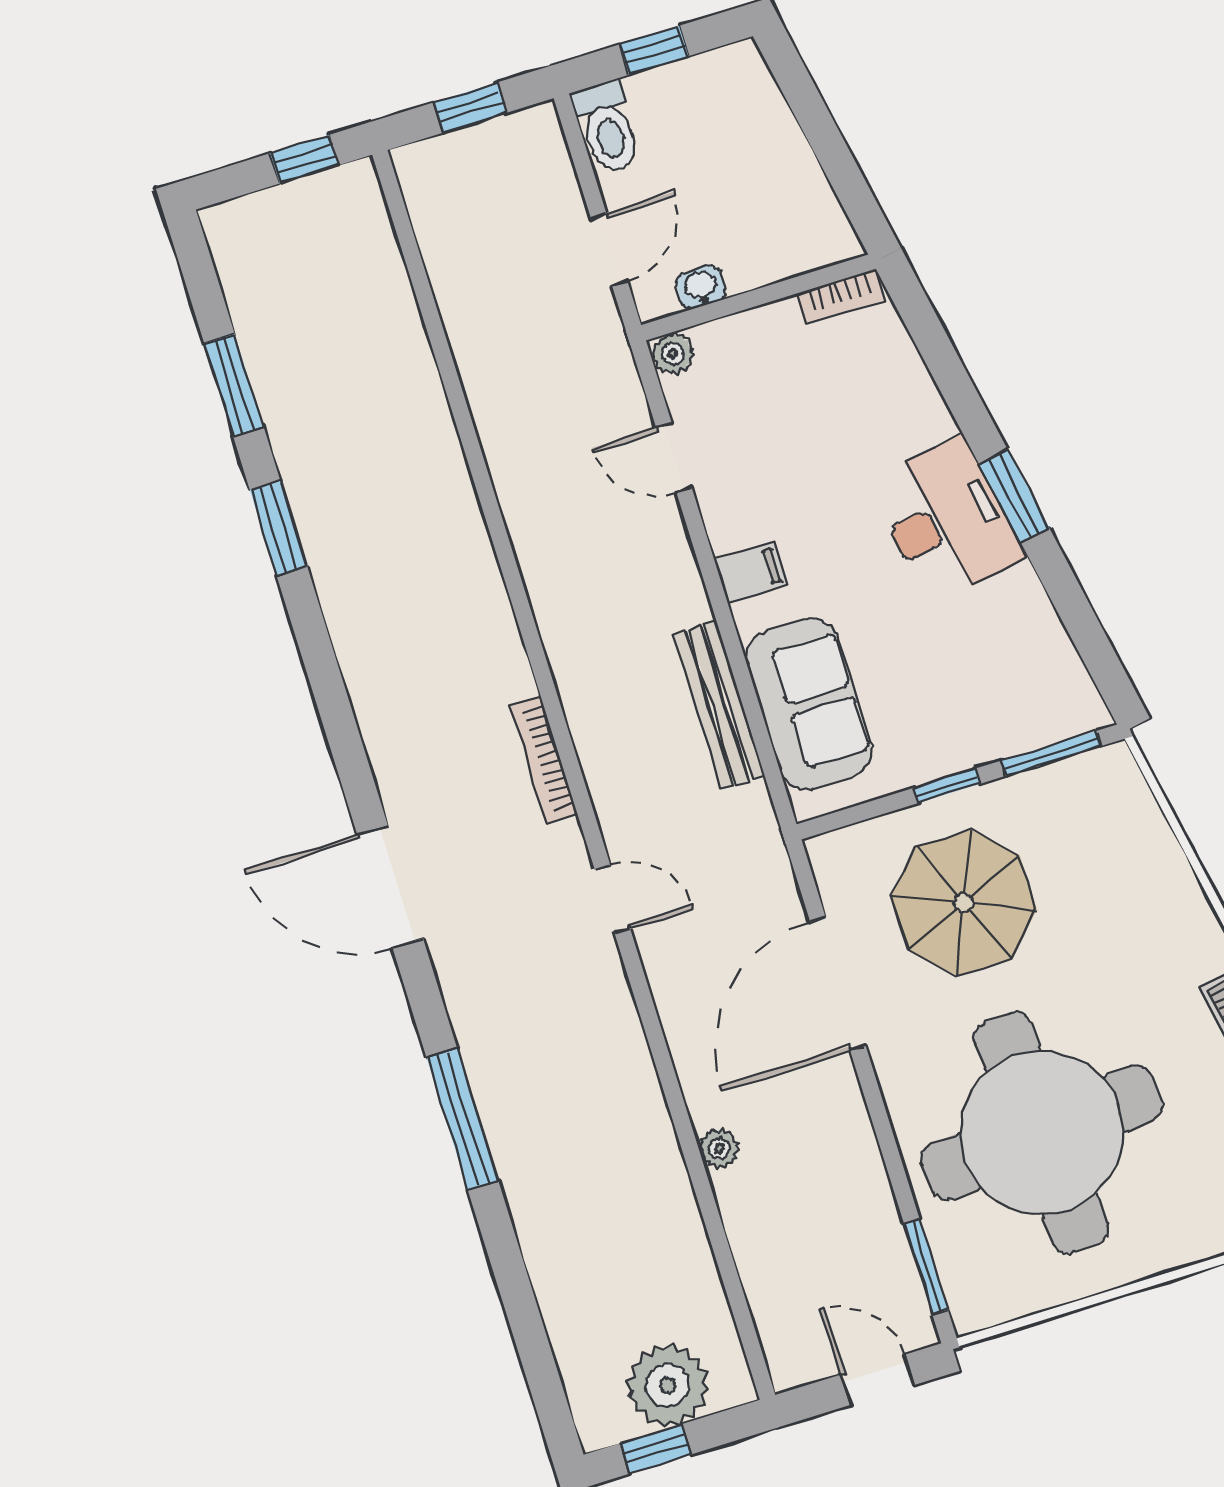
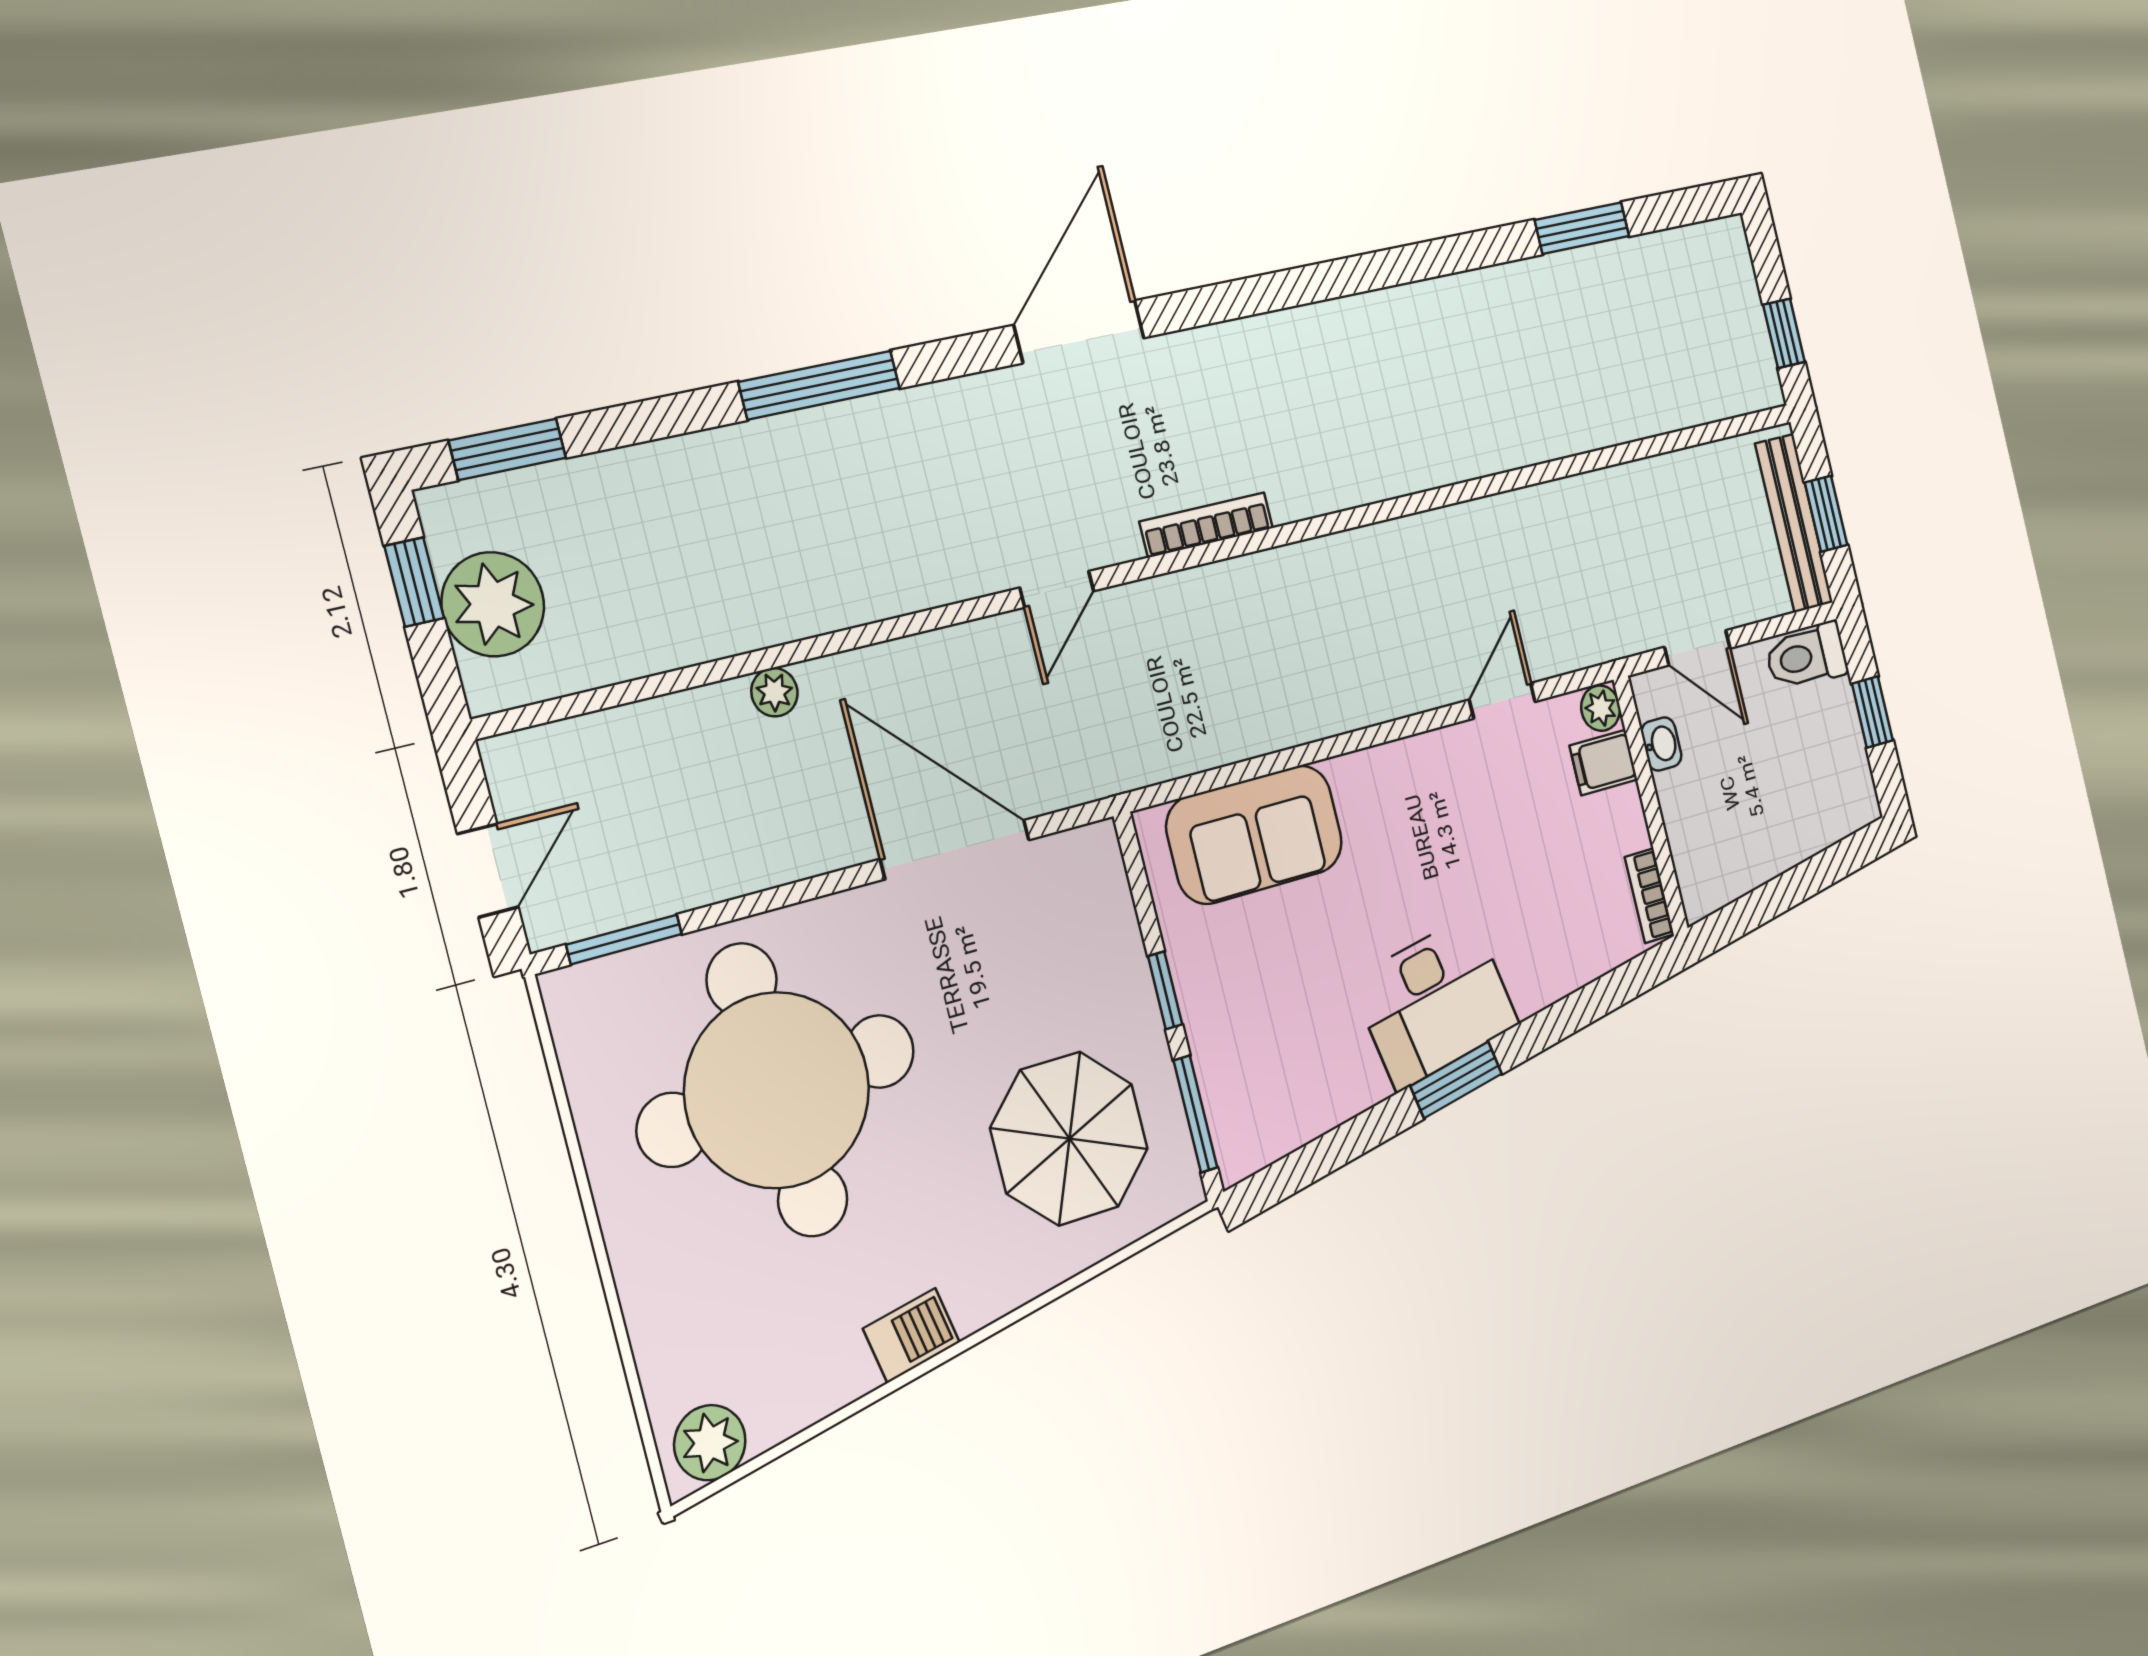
window: (278, 528) -> (508, 449), moved
filing cabinet: (751, 572) -> (1603, 763), moved, turned 90
bench: (719, 705) -> (1794, 523), moved, turned 90
parasol: (964, 903) -> (1069, 1138), moved

